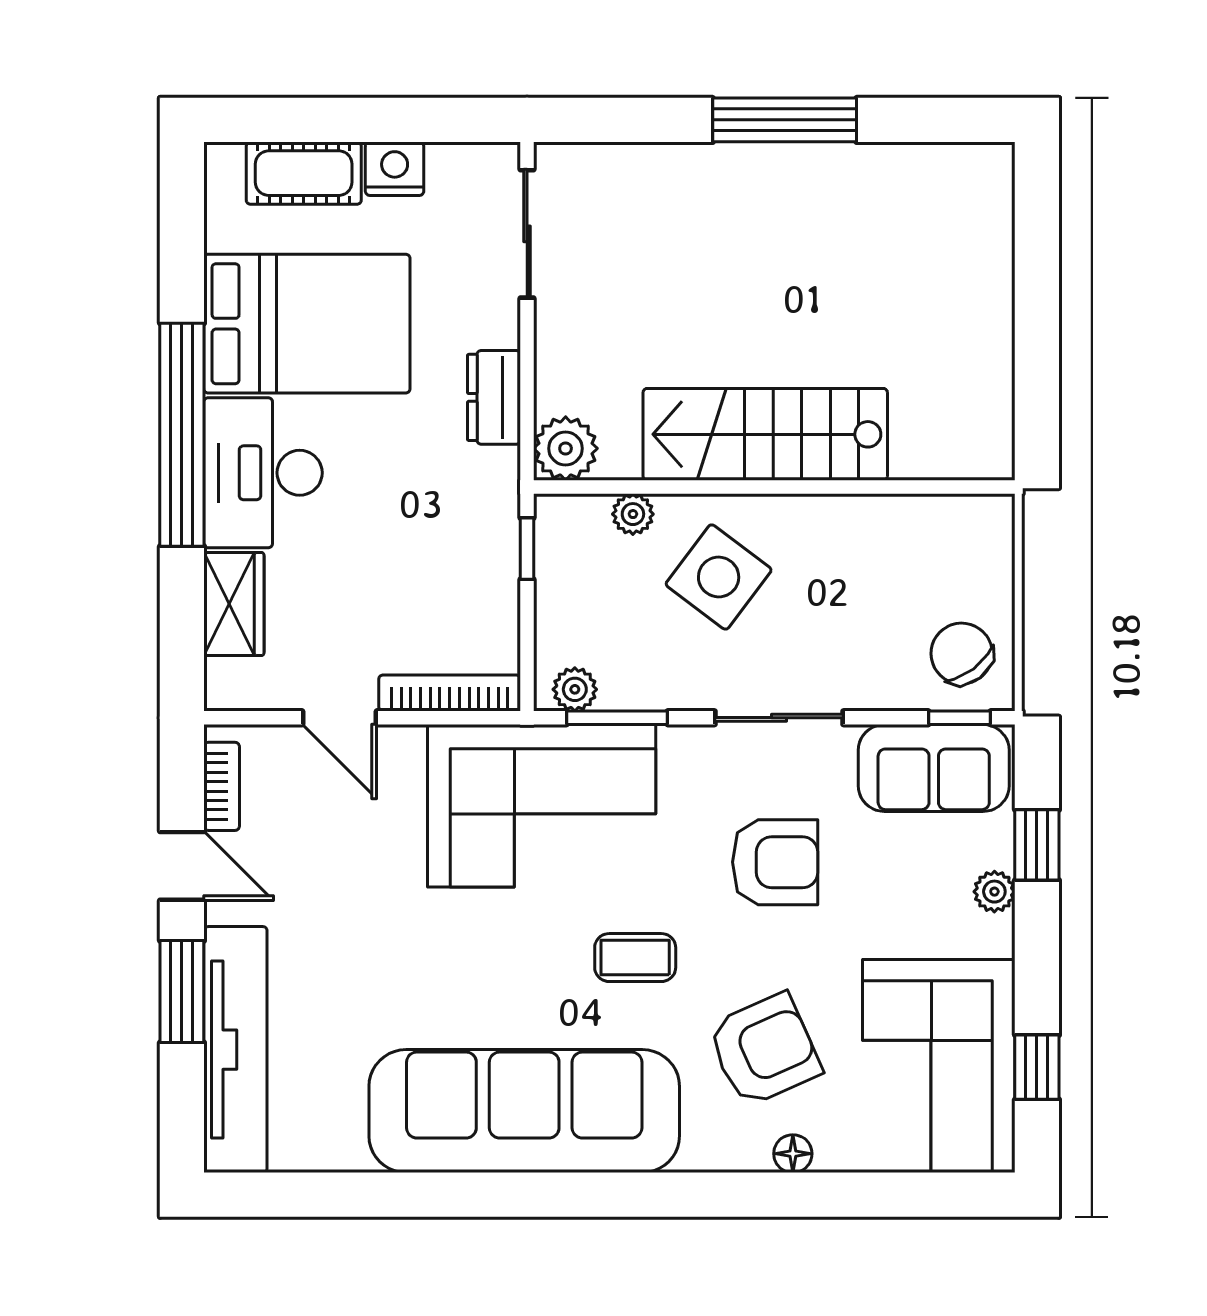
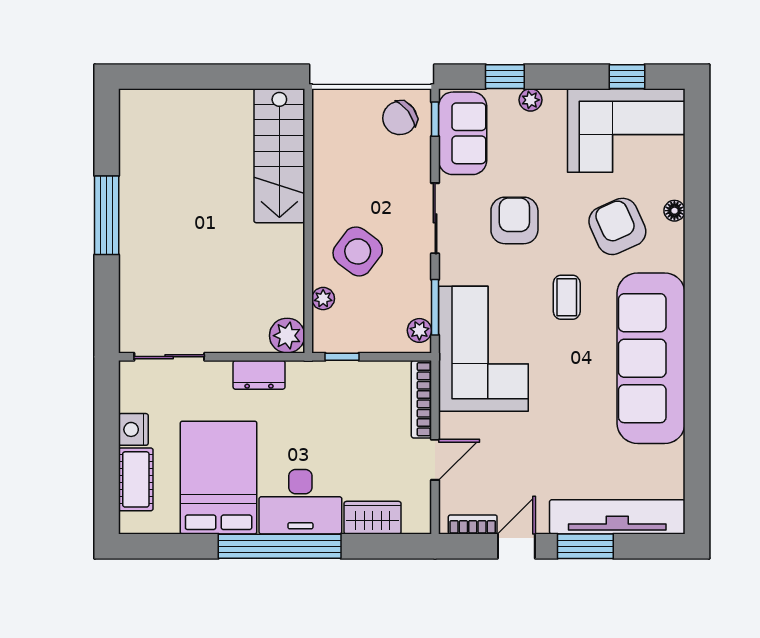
stairs: (765, 434) -> (279, 156), moved

